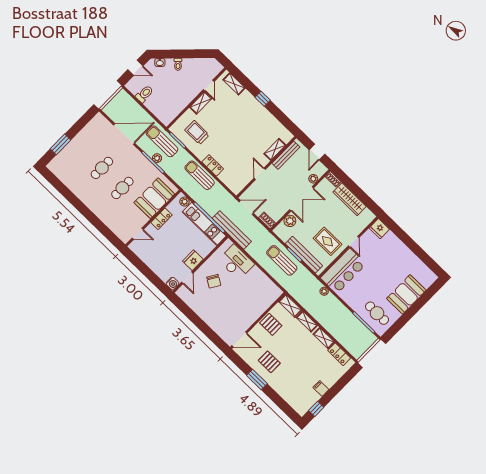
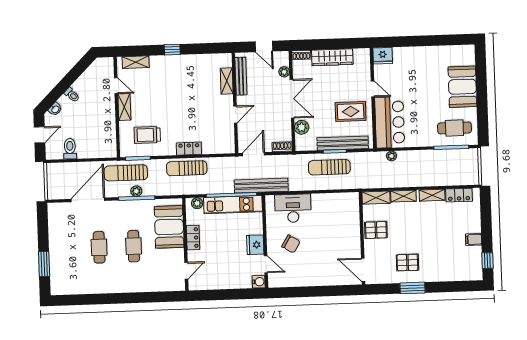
door: (260, 174) -> (235, 115), swing flipped
door: (239, 339) -> (363, 270), swing flipped

